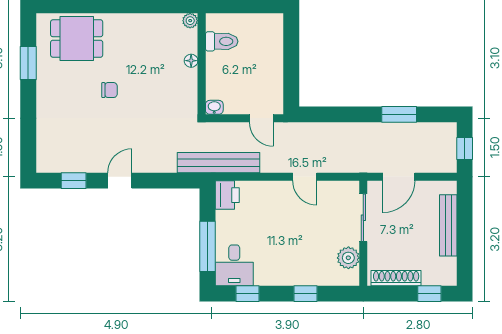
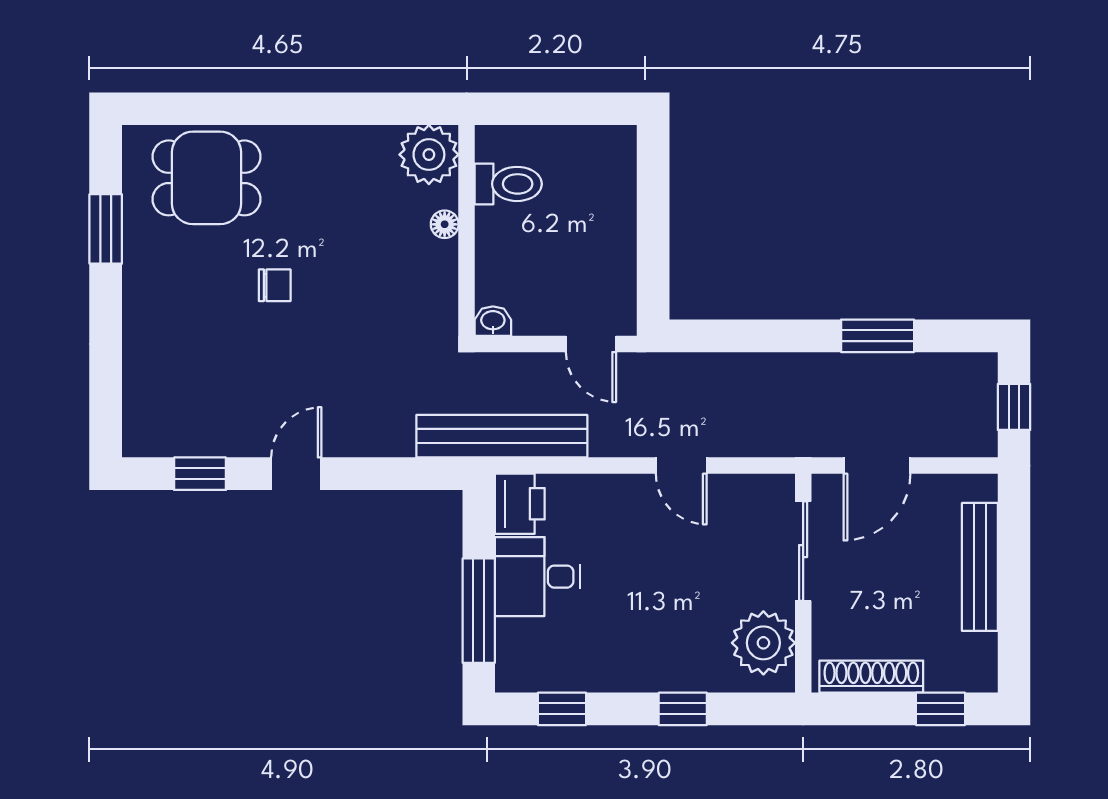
plant: (190, 21) -> (429, 155), width x1.88, depth x1.88
plant: (348, 258) -> (763, 643), width x1.36, depth x1.36
desk: (234, 265) -> (538, 577), moved, turned 90

